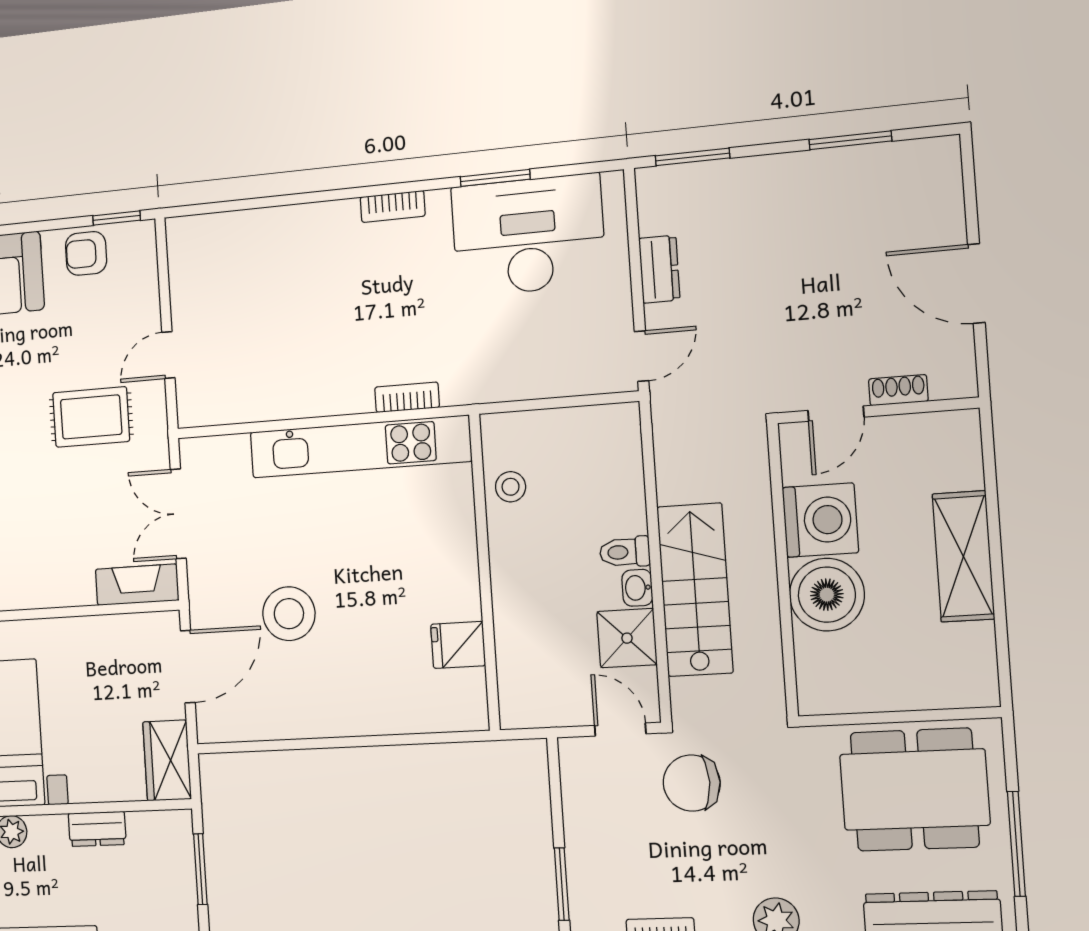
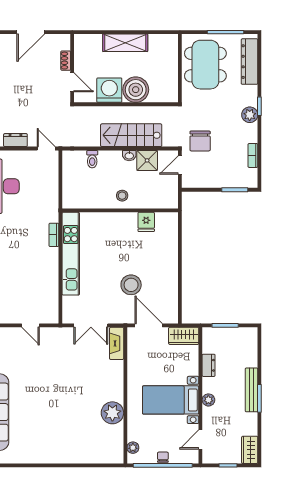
rug: (91, 417) -> (51, 358), removed
stool: (511, 487) -> (122, 196), moved
toilet: (625, 552) -> (92, 159), moved

